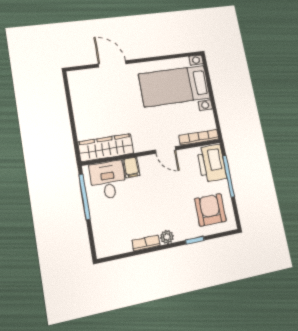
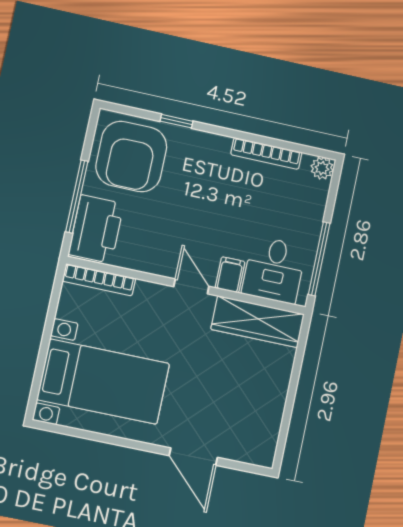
door: (166, 150) -> (191, 286), moved
armchair: (210, 210) -> (131, 156), width x1.36, depth x1.36
plant: (167, 237) -> (322, 168), moved
bookcase: (146, 243) -> (266, 153), width x1.56

